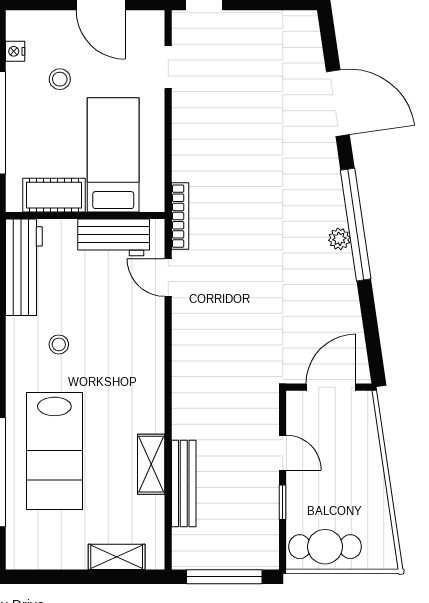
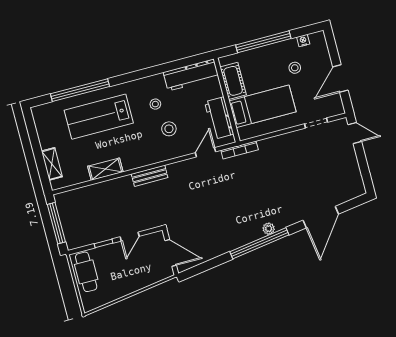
plant: (339, 239) -> (269, 229), moved
stool: (109, 332) -> (169, 129), added
bench: (184, 483) -> (150, 176), moved, width x0.73

